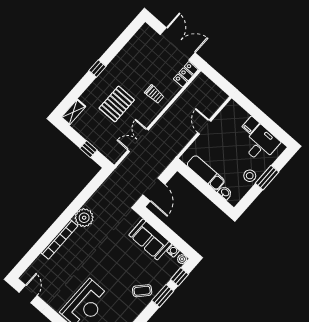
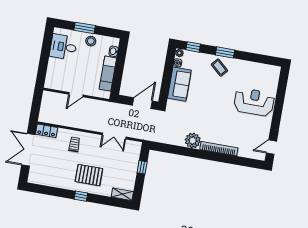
pallet: (117, 104) -> (89, 175), moved
filing cabinet: (251, 125) -> (54, 63), removed
window: (163, 296) -> (225, 52), moved

